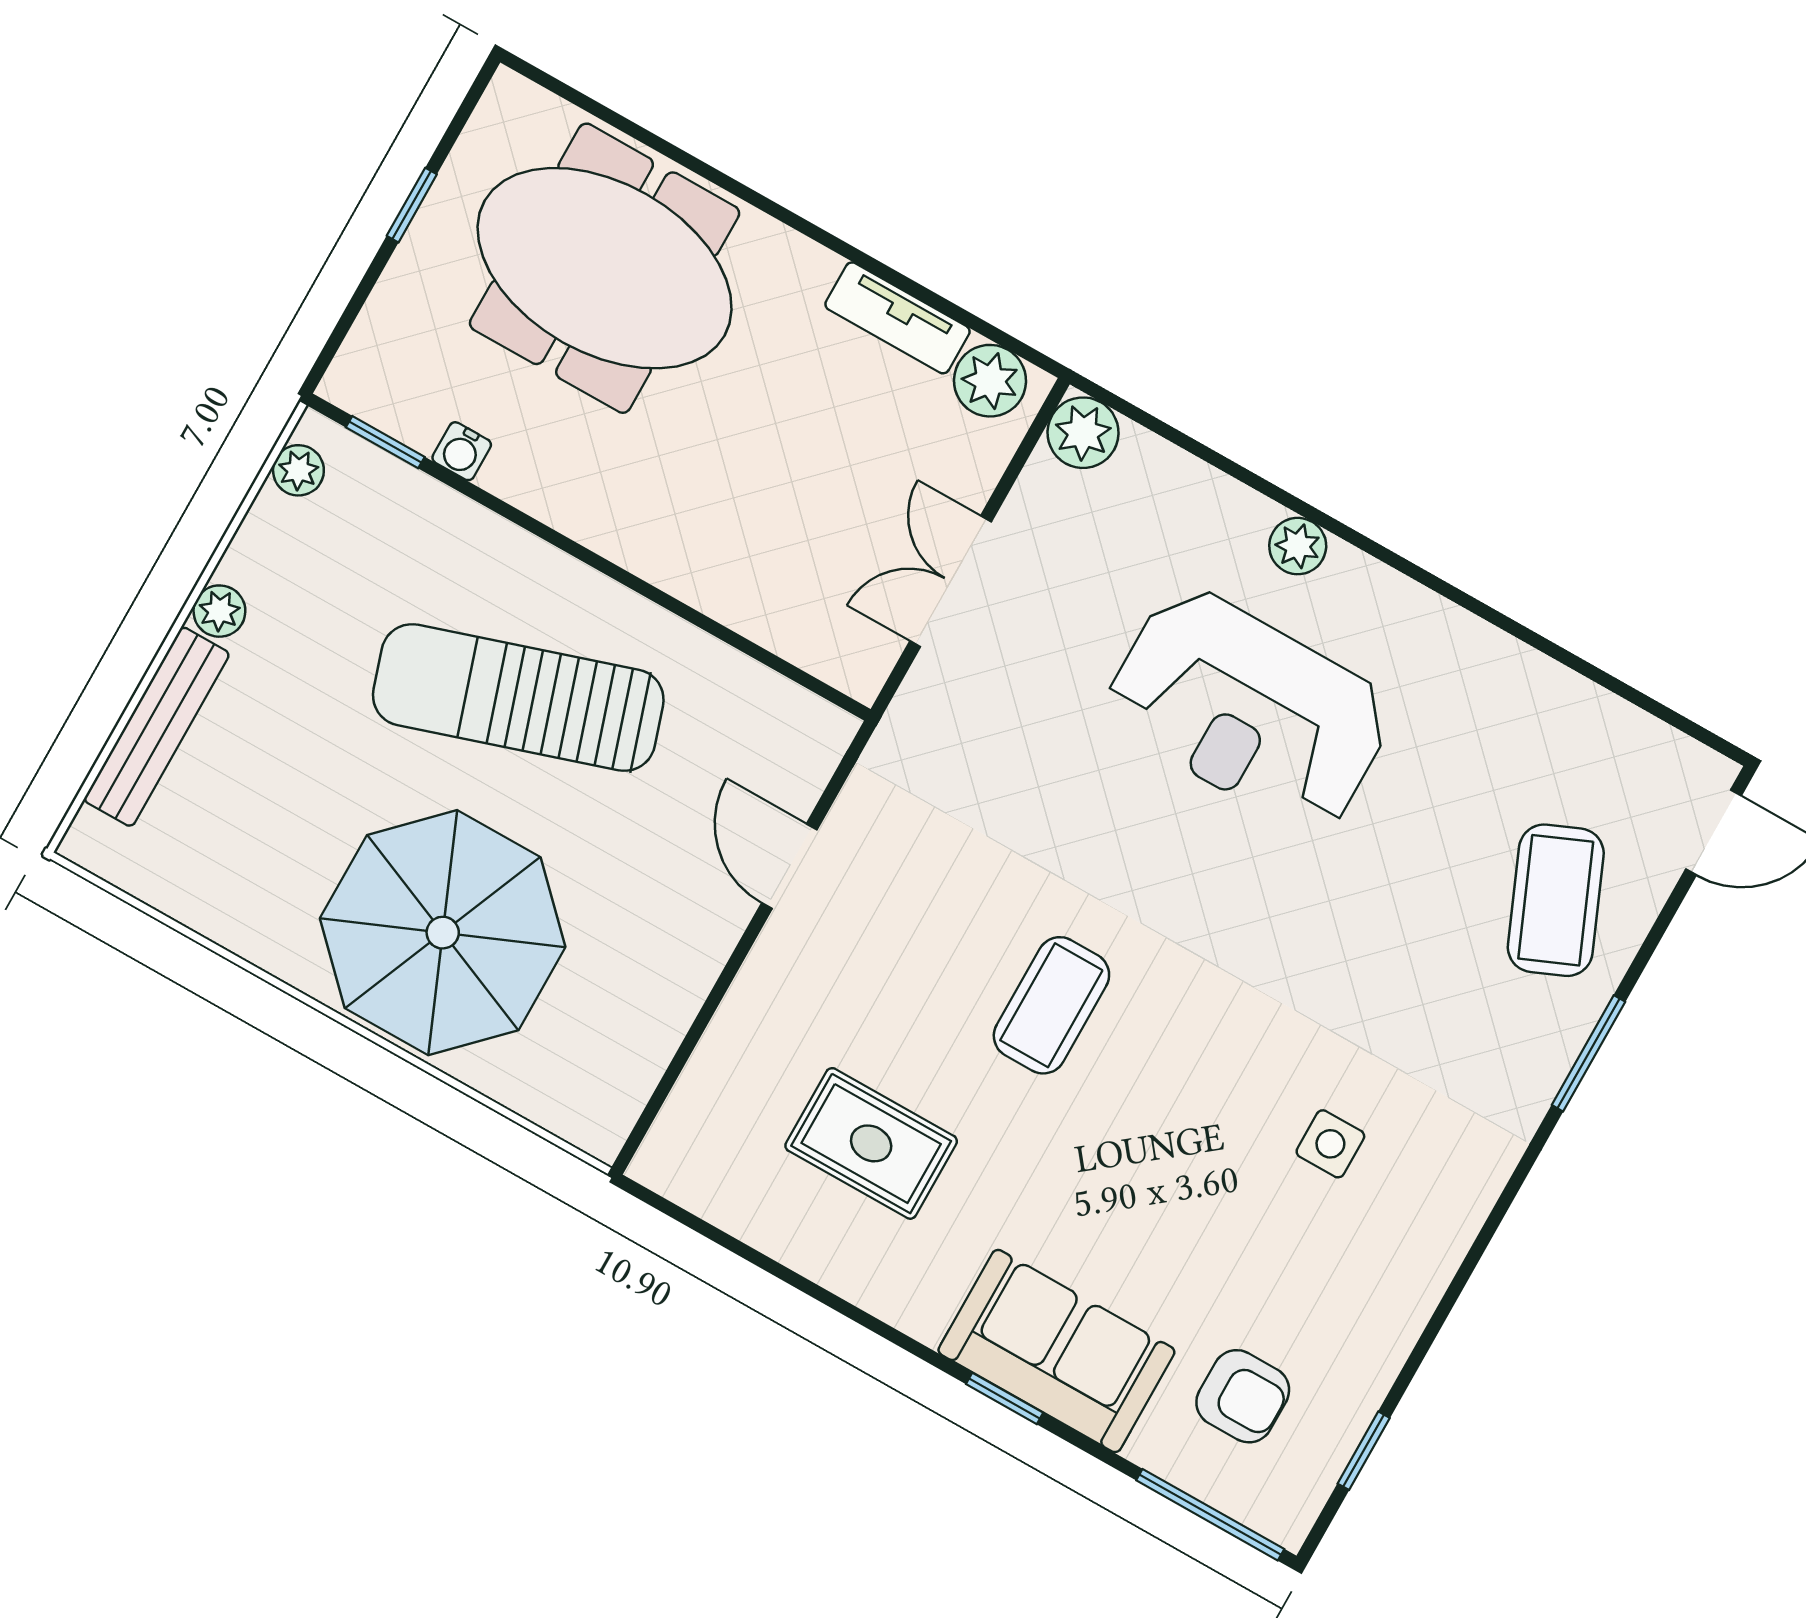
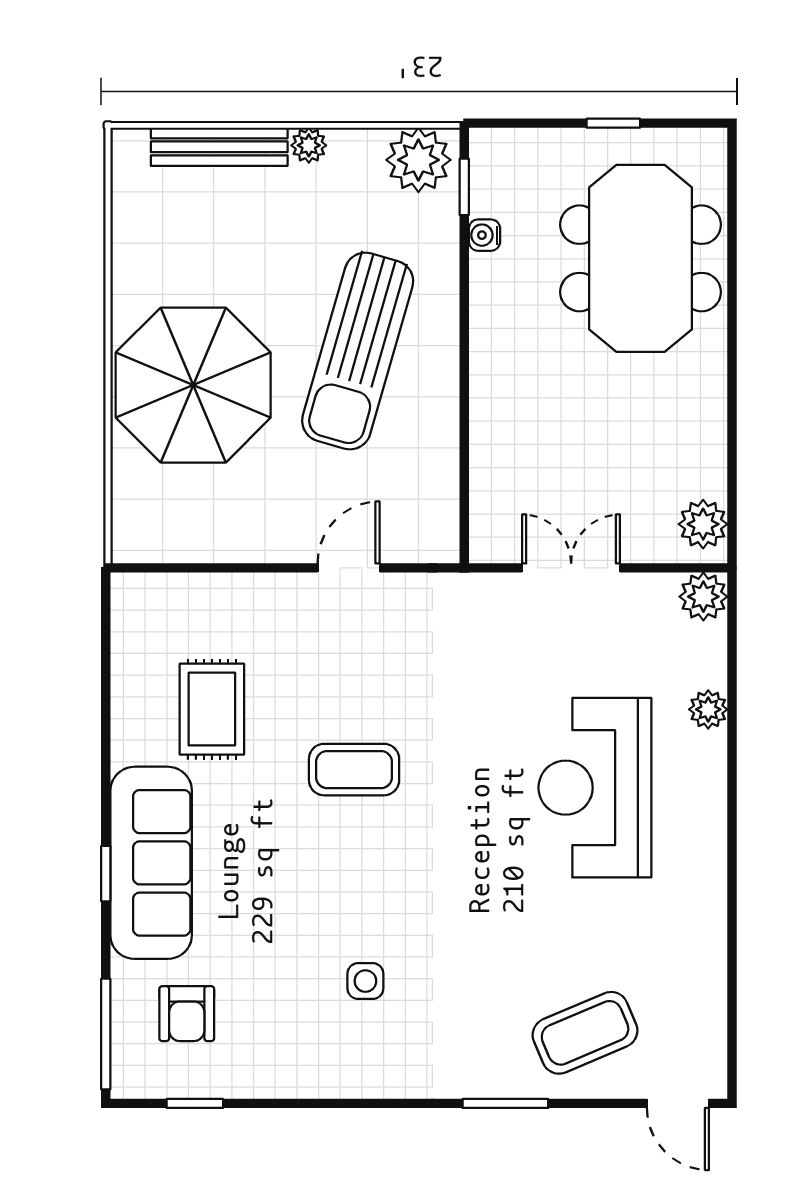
tv unit: (897, 318) -> (709, 448), removed
plant: (298, 470) -> (418, 160), width x1.87, depth x1.87
plant: (1298, 546) -> (708, 709), moved
sun lounger: (518, 698) -> (358, 351), turned -146
sofa: (1056, 1351) -> (151, 863), width x1.36

